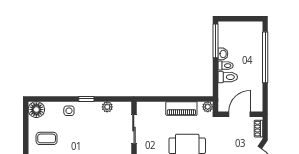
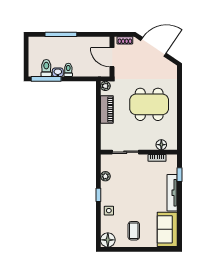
window: (265, 57) -> (61, 34), width x0.68
toilet: (228, 77) -> (46, 68), moved

